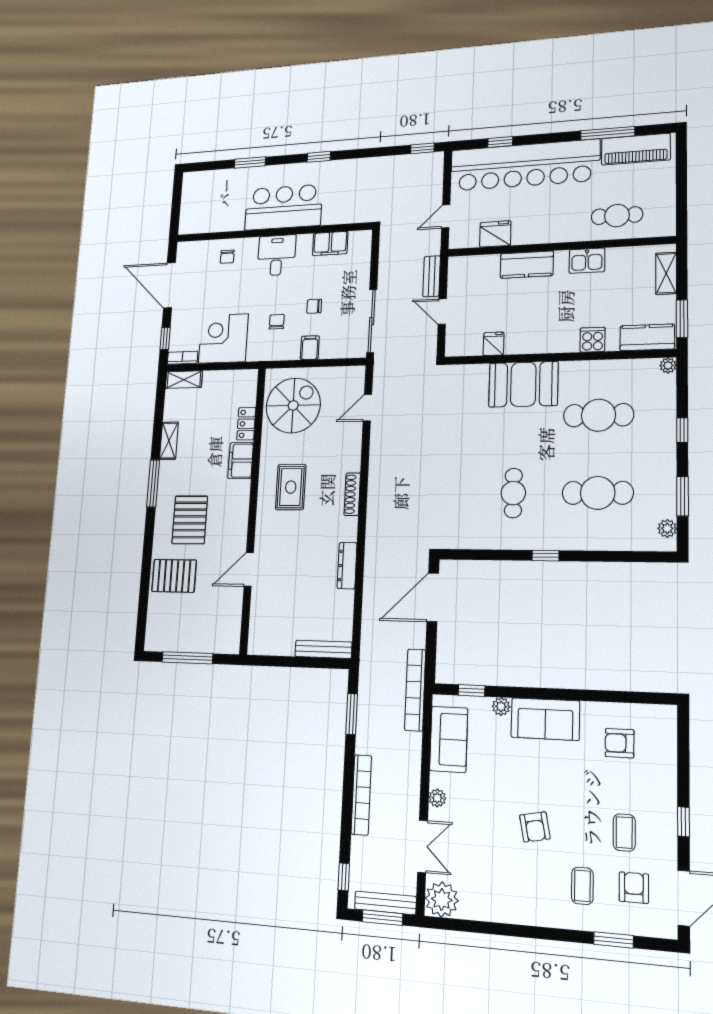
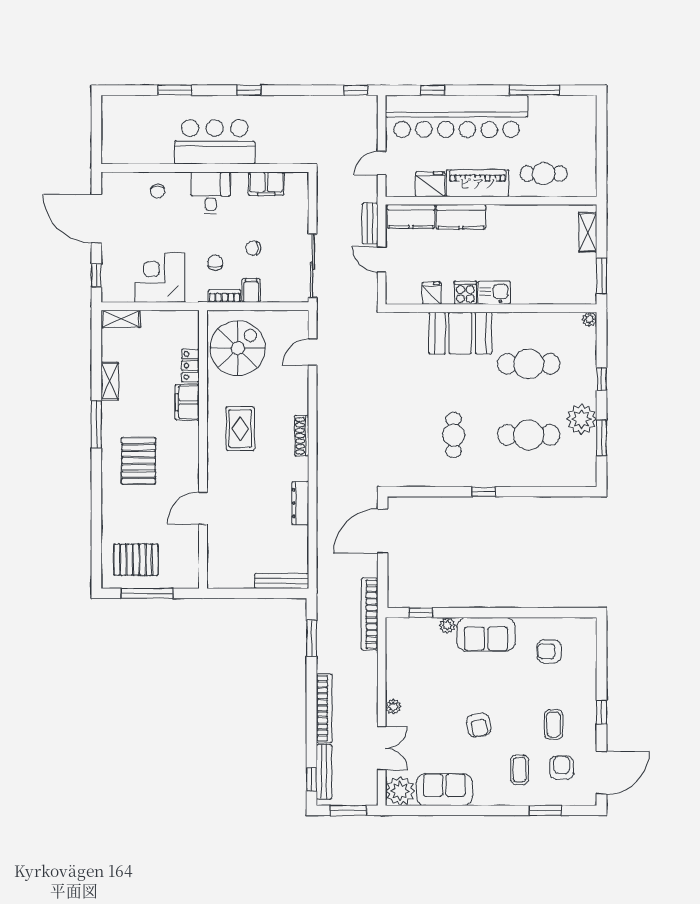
piano: (636, 149) -> (478, 183), moved, turned 180
kitchen sink: (587, 261) -> (494, 293), moved, turned 180
kitchen counter: (647, 337) -> (411, 216), moved, turned 180
cooker: (593, 340) -> (465, 293), moved
bookcase: (183, 358) -> (225, 296), moved
plant: (667, 528) -> (582, 419), moved, width x1.87, depth x1.87
pallet: (174, 576) -> (136, 560), moved
sofa: (449, 739) -> (444, 789), moved, turned -90
bench: (385, 903) -> (324, 772), moved, turned 90

